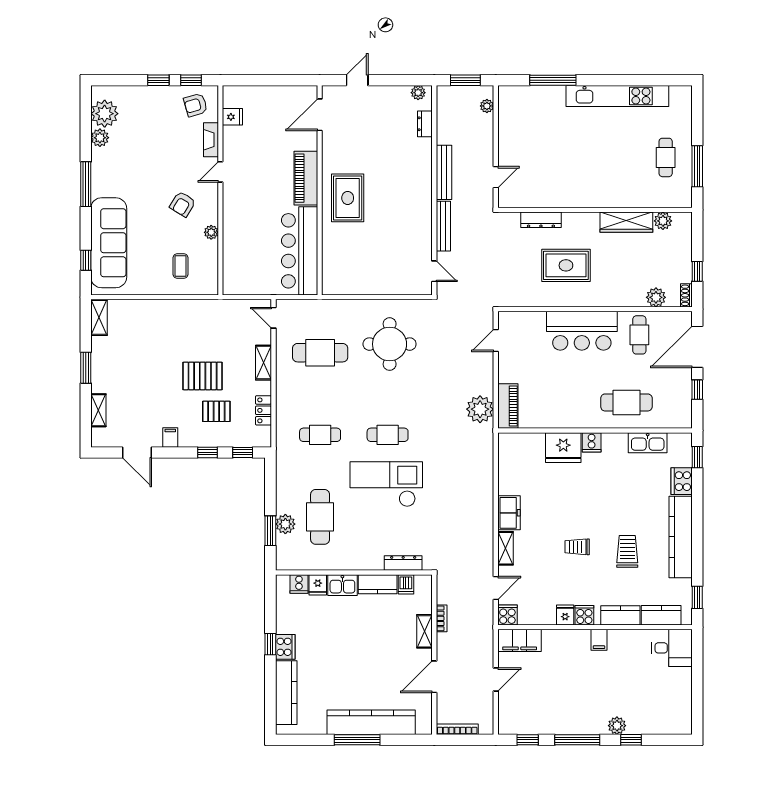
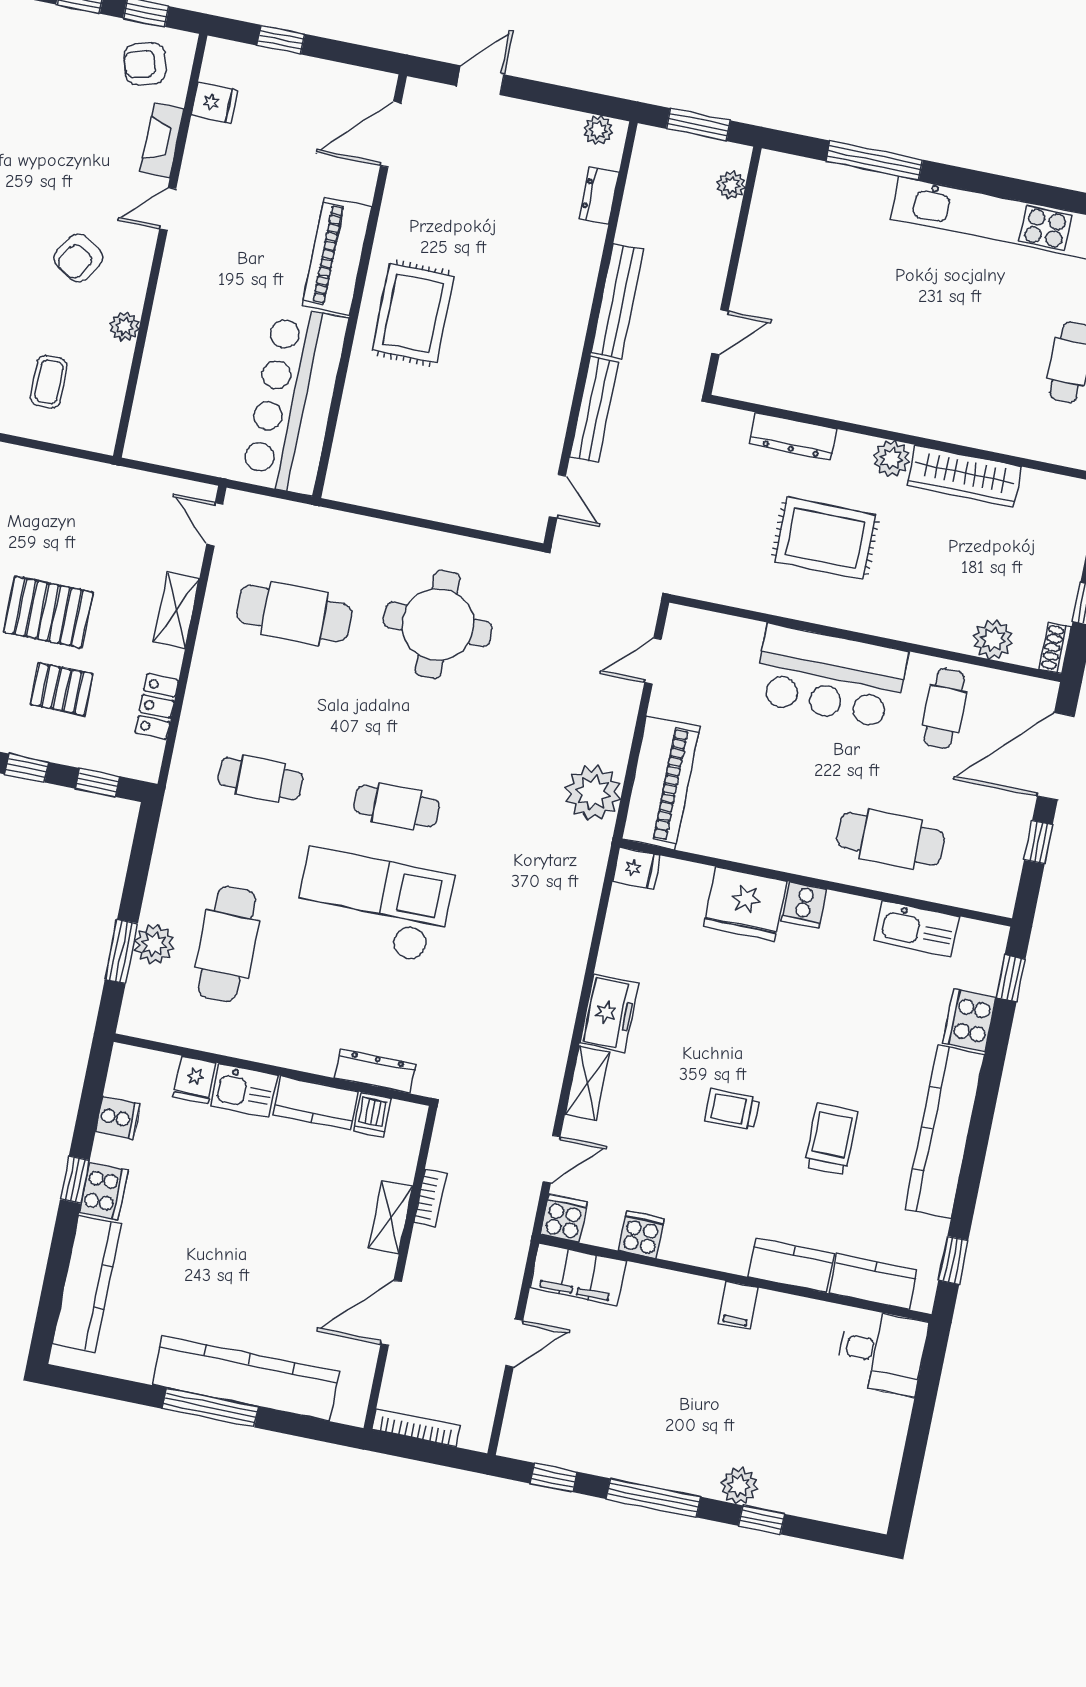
window: (258, 80) -> (281, 40), added
plant: (663, 221) -> (891, 459), moved
piano: (508, 406) -> (660, 783), width x1.37, depth x1.33
cooker: (299, 584) -> (118, 1118), moved, turned -90
fridge: (565, 615) -> (636, 868), moved, turned 90
cooker: (584, 615) -> (641, 1235), moved

